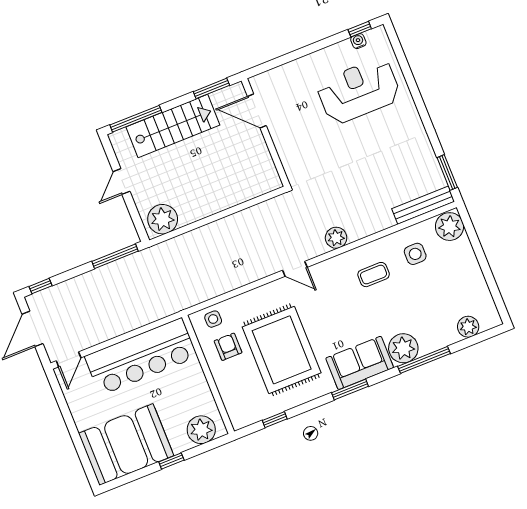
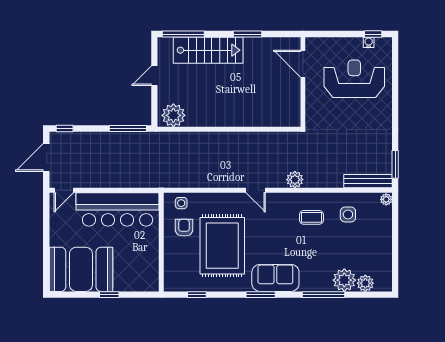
door: (257, 111) -> (303, 64), moved
wall: (266, 133) -> (303, 82), moved
plant: (450, 227) -> (386, 199), width x0.53, depth x0.53
plant: (403, 348) -> (344, 280), moved
plant: (201, 430) -> (140, 281), removed

